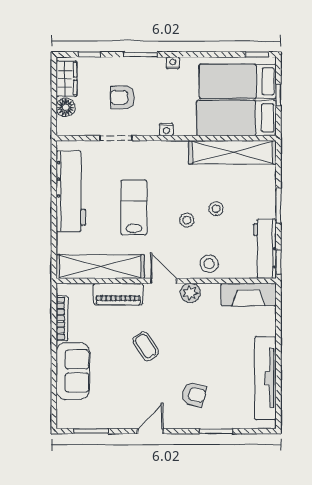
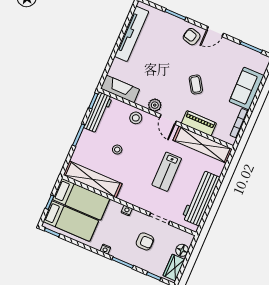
stool: (187, 220) -> (138, 150), removed
armchair: (194, 394) -> (192, 37), moved

